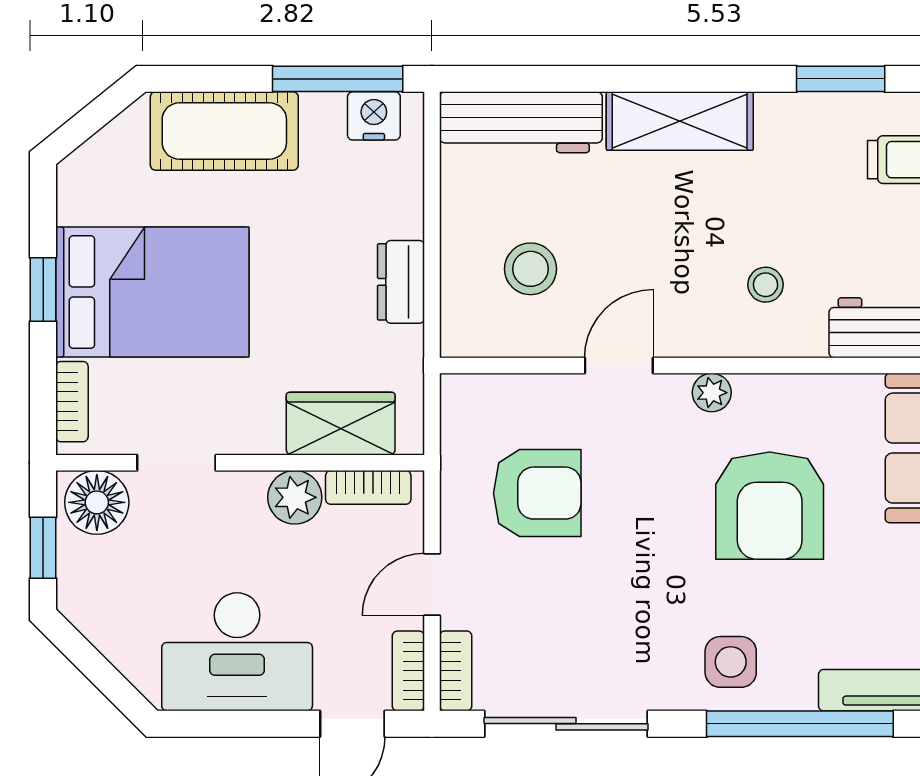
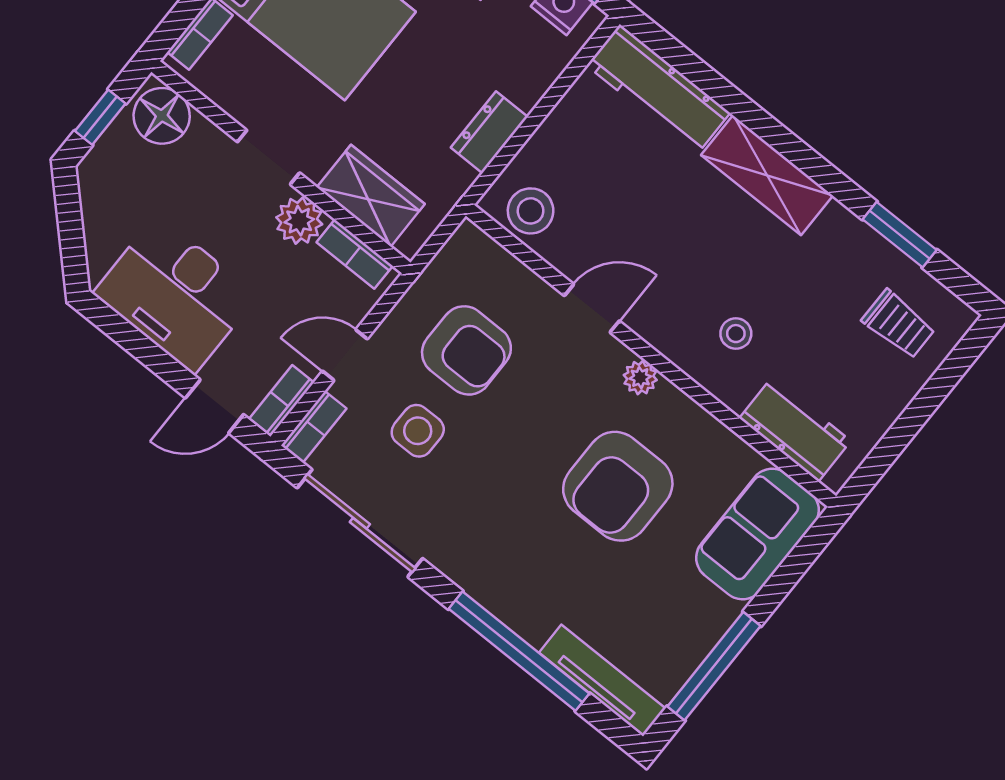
stool: (531, 269) -> (531, 211), moved
doorway: (176, 463) -> (269, 157), moved
side table: (731, 662) -> (418, 431), moved

